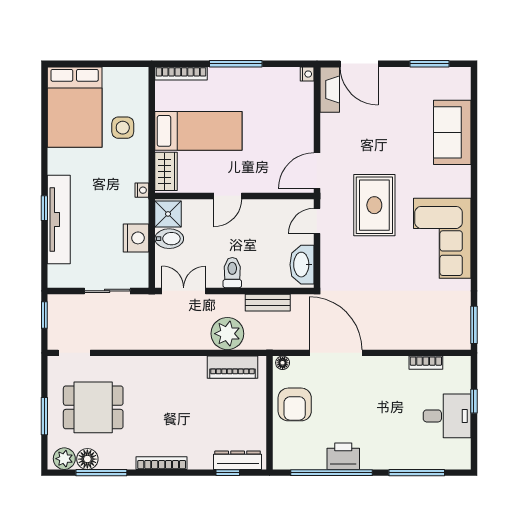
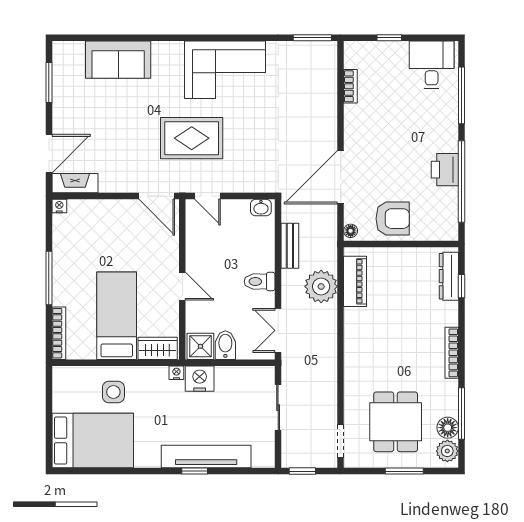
nightstand: (136, 238) -> (200, 379), moved
washbasin: (302, 265) -> (261, 208), width x0.52, depth x0.69
desk: (447, 416) -> (432, 65), moved

